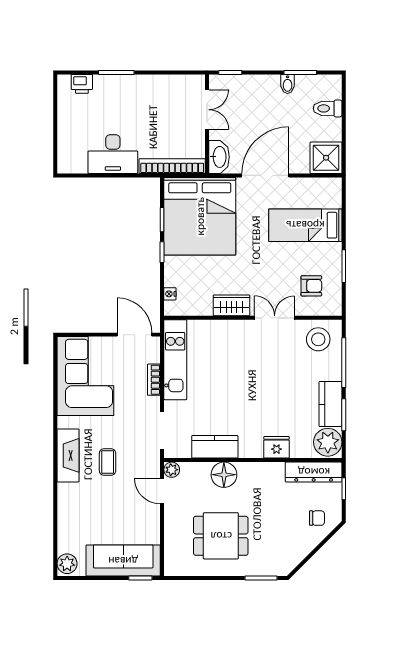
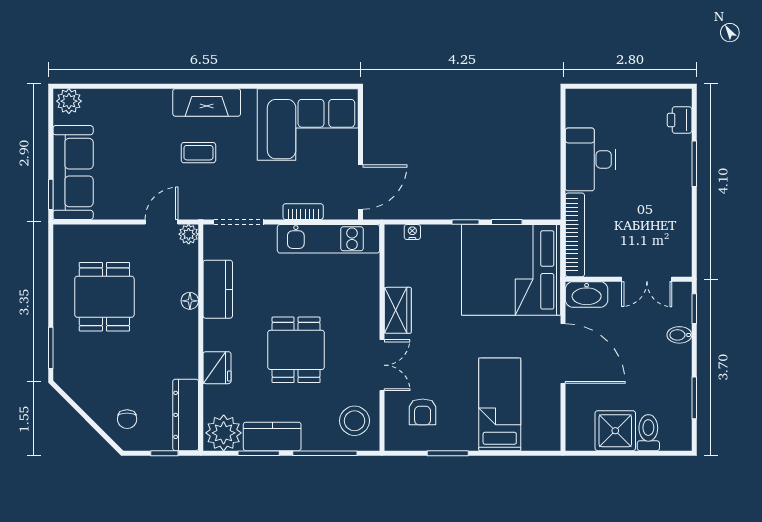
bidet: (288, 84) -> (679, 335), moved
shower: (326, 158) -> (615, 431), moved
dining table: (263, 385) -> (296, 350), added
floor lamp: (224, 475) -> (190, 301), width x0.53, depth x0.53

